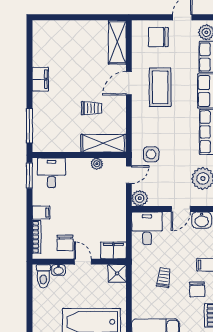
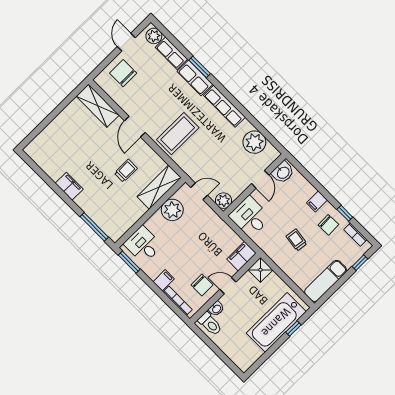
chair: (158, 37) -> (123, 73), turned 90
coffee table: (160, 87) -> (178, 134), moved, turned 90
side table: (151, 154) -> (201, 161), removed
plant: (97, 164) -> (172, 210), width x1.87, depth x1.87
door: (129, 175) -> (199, 191), hinge flipped

